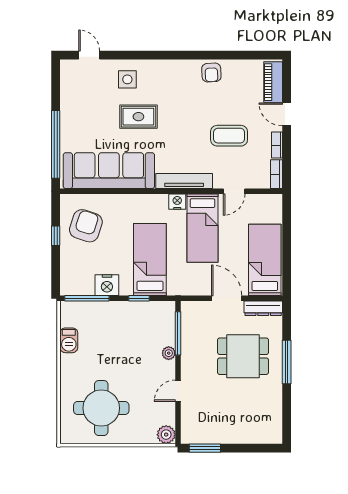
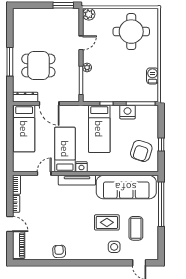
coffee table: (229, 136) -> (136, 228), moved, turned 90

